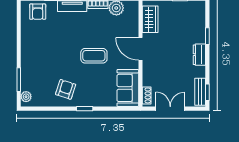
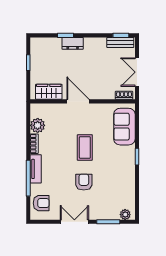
double door: (19, 45) -> (74, 222), added
door: (141, 49) -> (78, 101), swing flipped
dresser: (199, 55) -> (73, 43), moved
sofa: (128, 88) -> (124, 127), moved, turned 90
armchair: (66, 89) -> (84, 182), moved, turned 72

